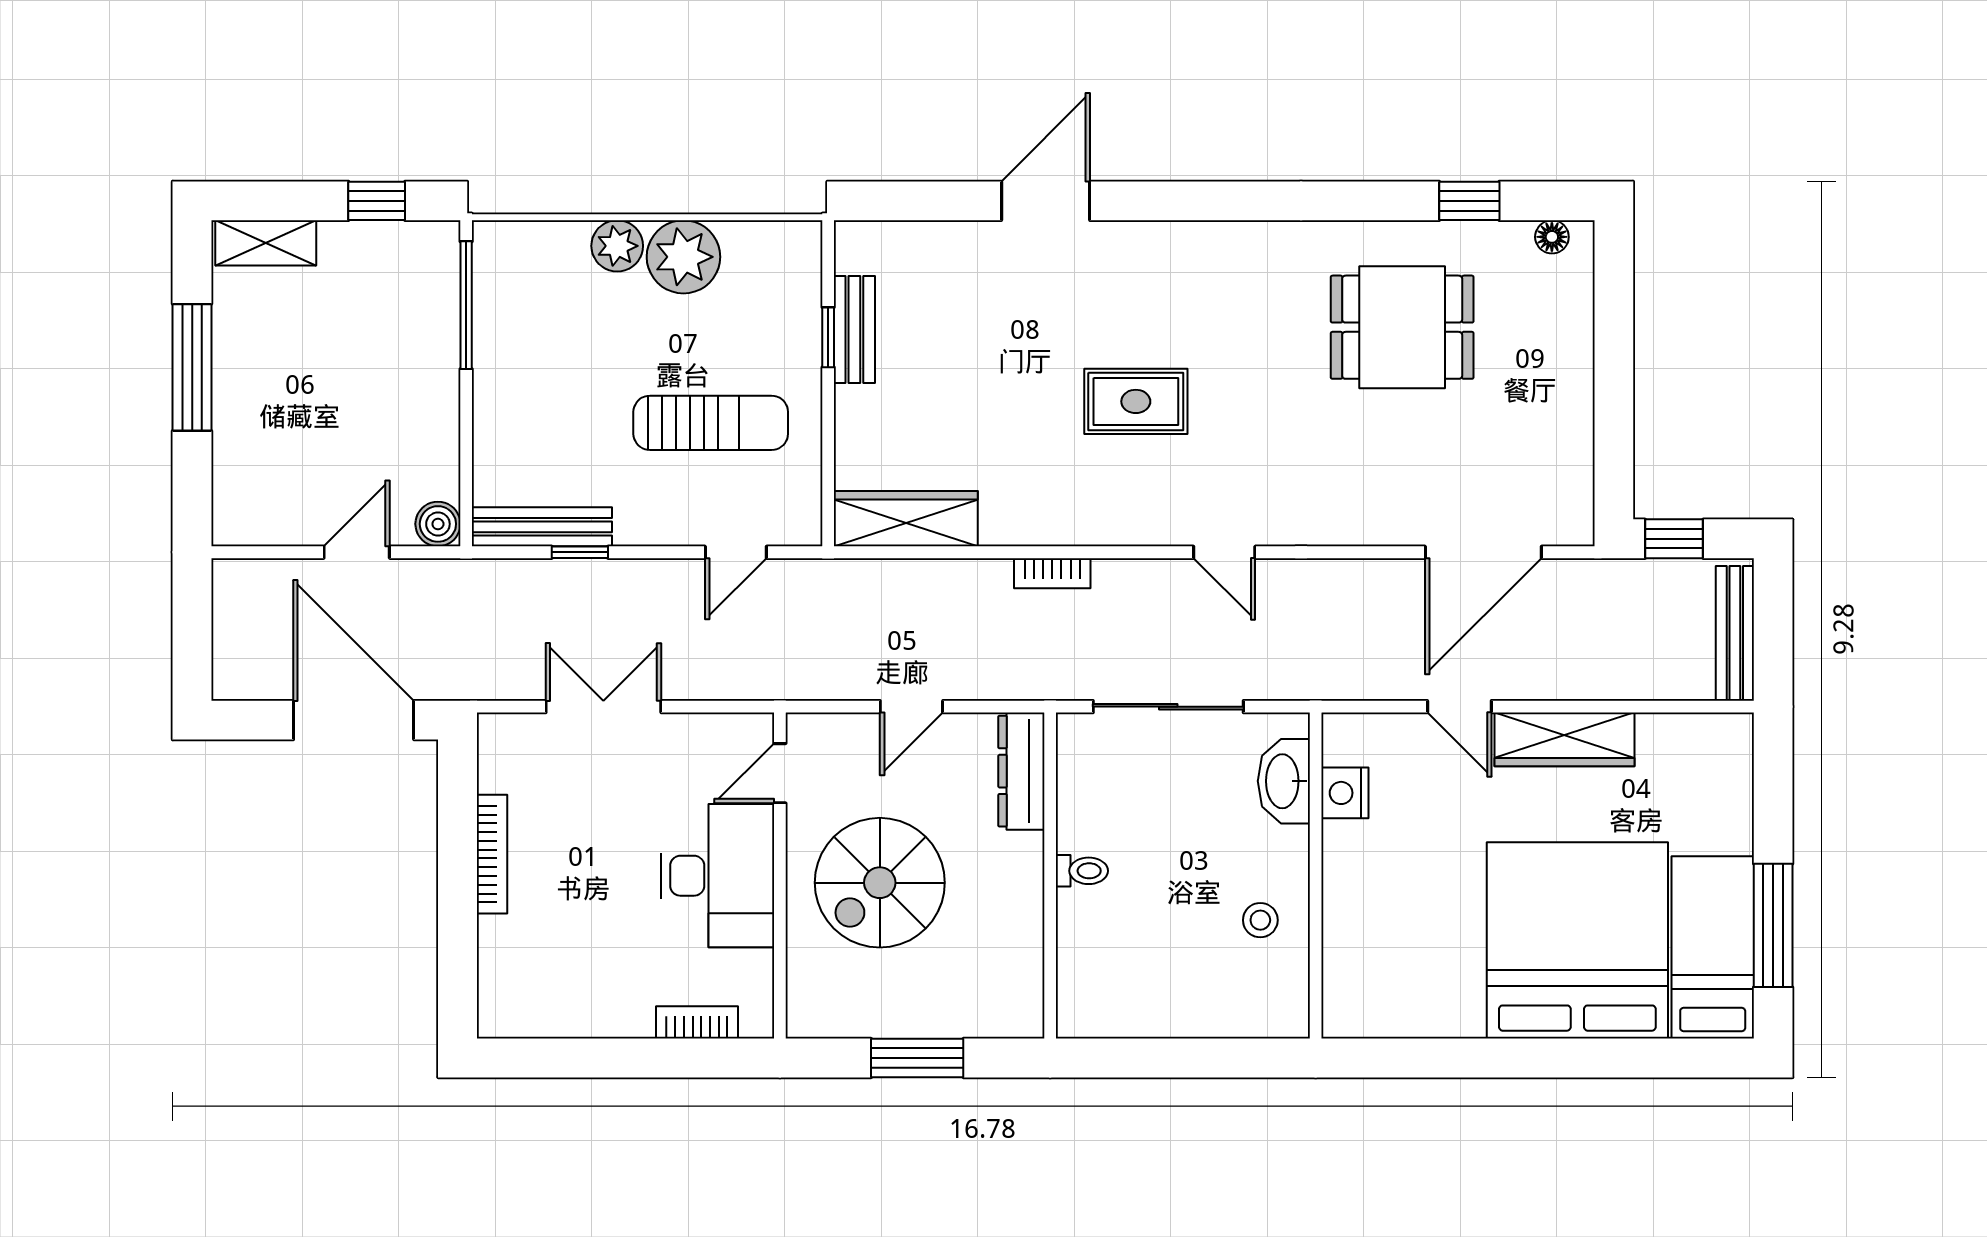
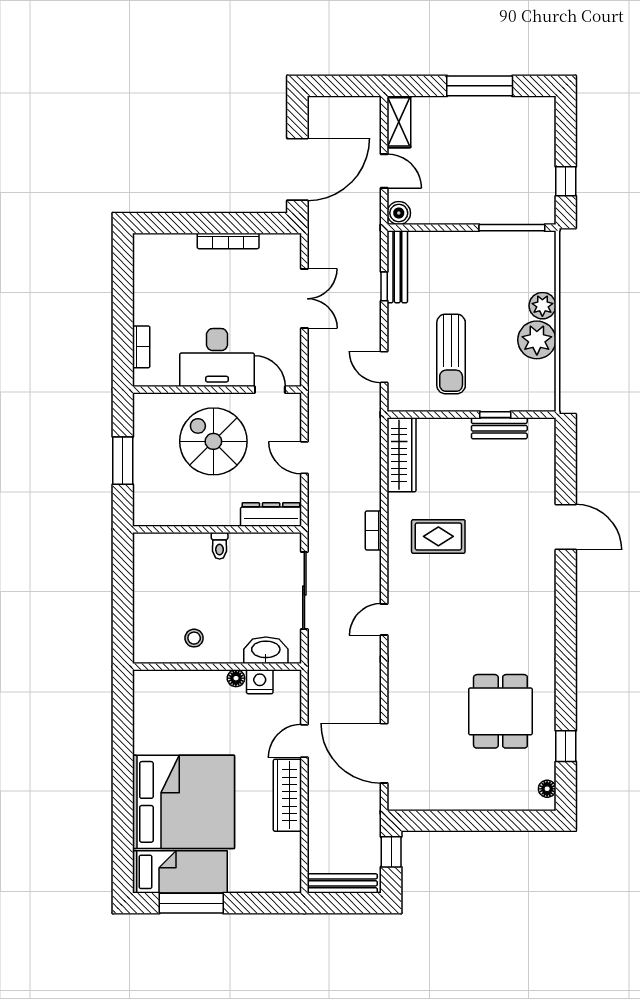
shelving: (266, 243) -> (399, 122), moved
rug: (1136, 401) -> (438, 536), moved, turned 90
floor lamp: (1338, 839) -> (236, 678), added

